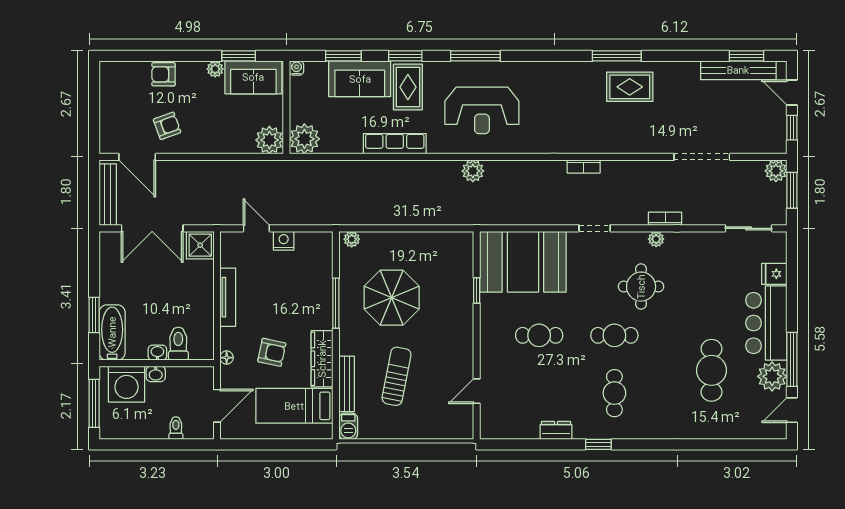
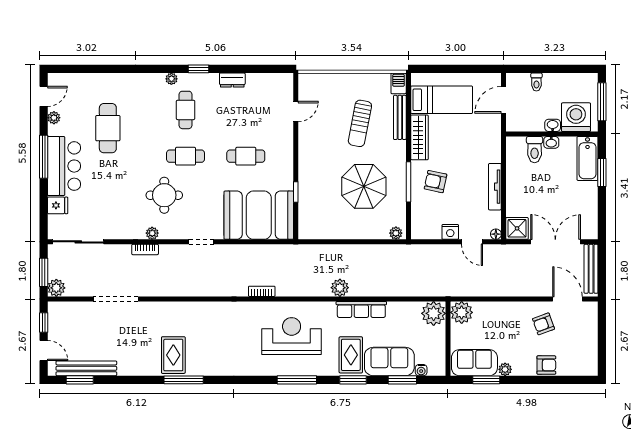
water cooler: (296, 68) -> (421, 370), moved
rug: (630, 87) -> (173, 355), turned 90
bookcase: (584, 166) -> (262, 291), moved
plant: (473, 171) -> (340, 288), moved
sliding door: (748, 228) -> (78, 242), width x1.37
armchair: (272, 352) -> (435, 182), moved
floor lamp: (227, 358) -> (496, 234), moved
window: (792, 359) -> (44, 157), moved
plant: (772, 376) -> (54, 118), width x0.53, depth x0.53
plant: (632, 432) -> (171, 79), added

